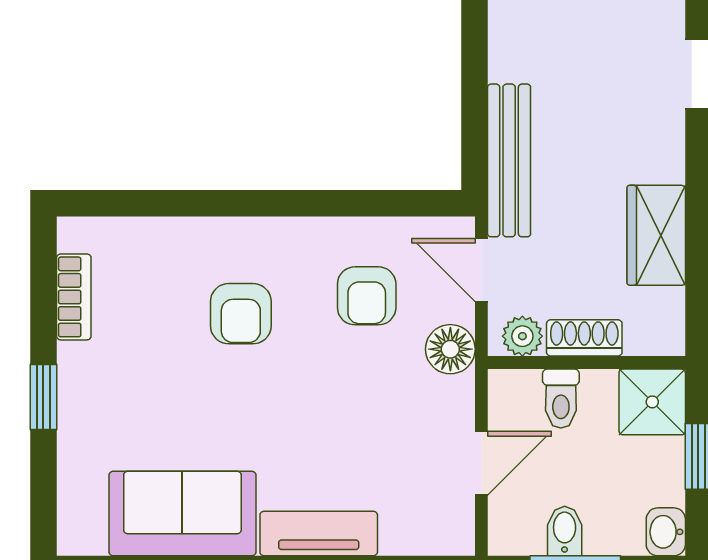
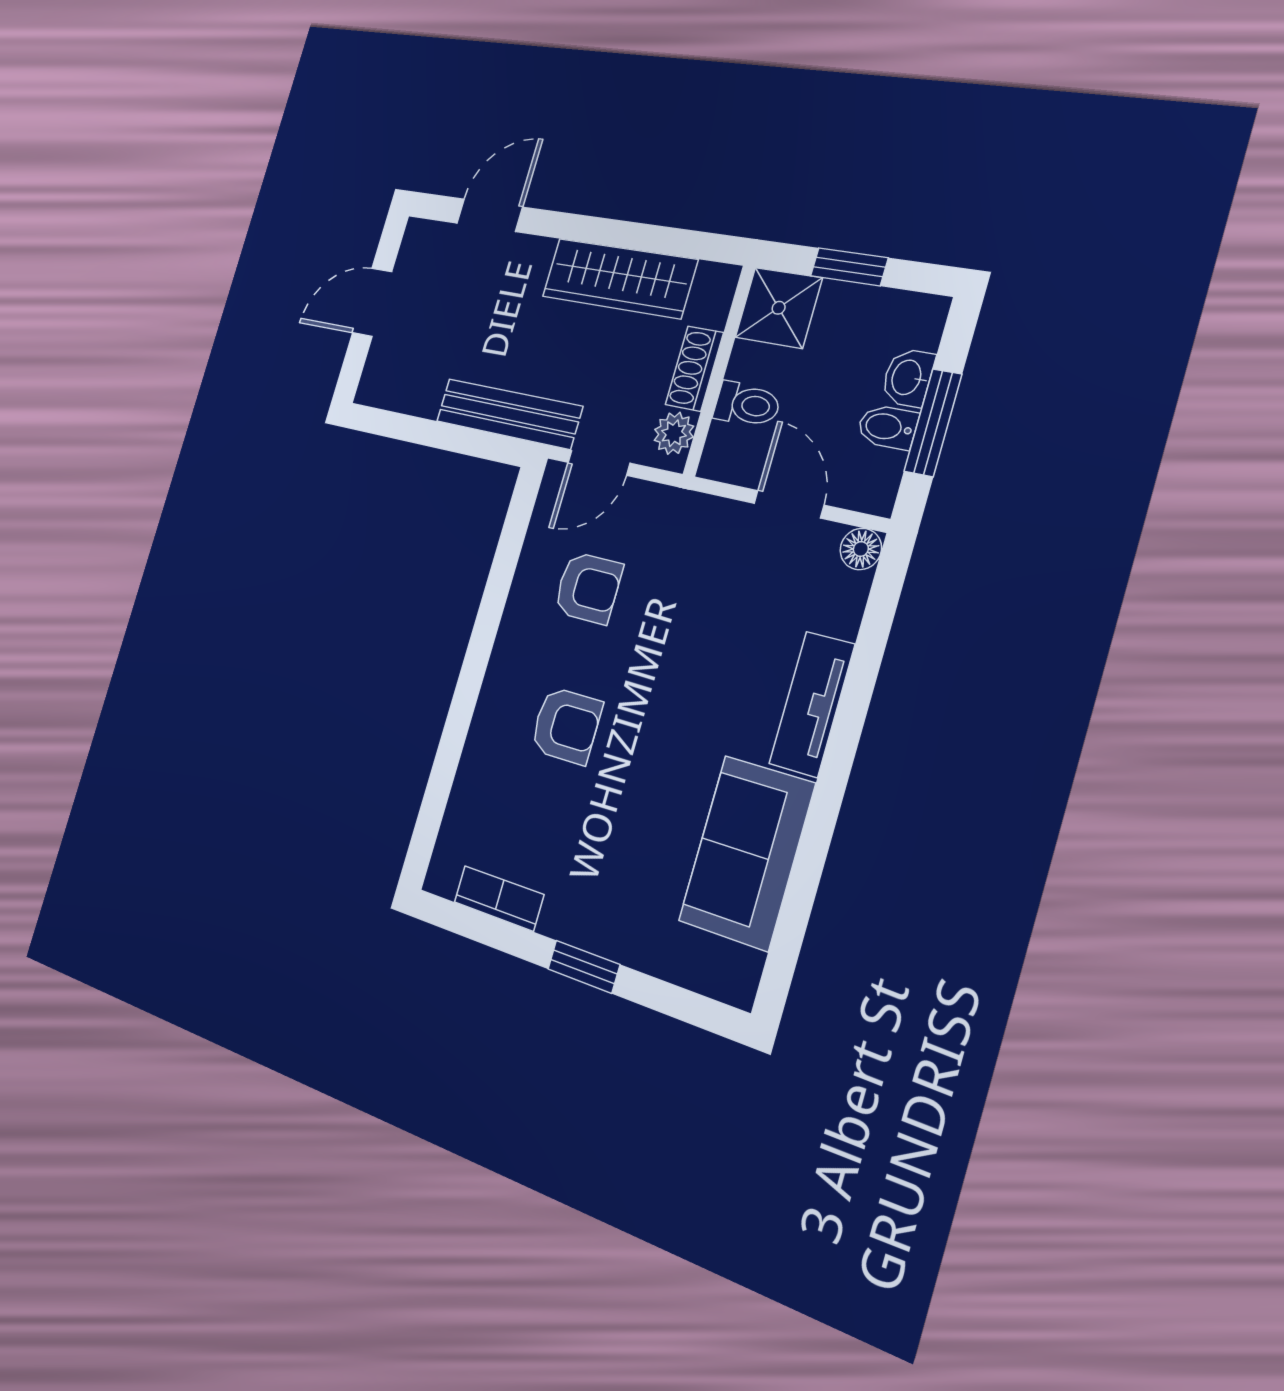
wardrobe: (656, 235) -> (619, 278), width x1.50
floor lamp: (450, 349) -> (861, 549), moved, width x0.73, depth x0.73
washbasin: (666, 532) -> (908, 378), moved, turned 90

